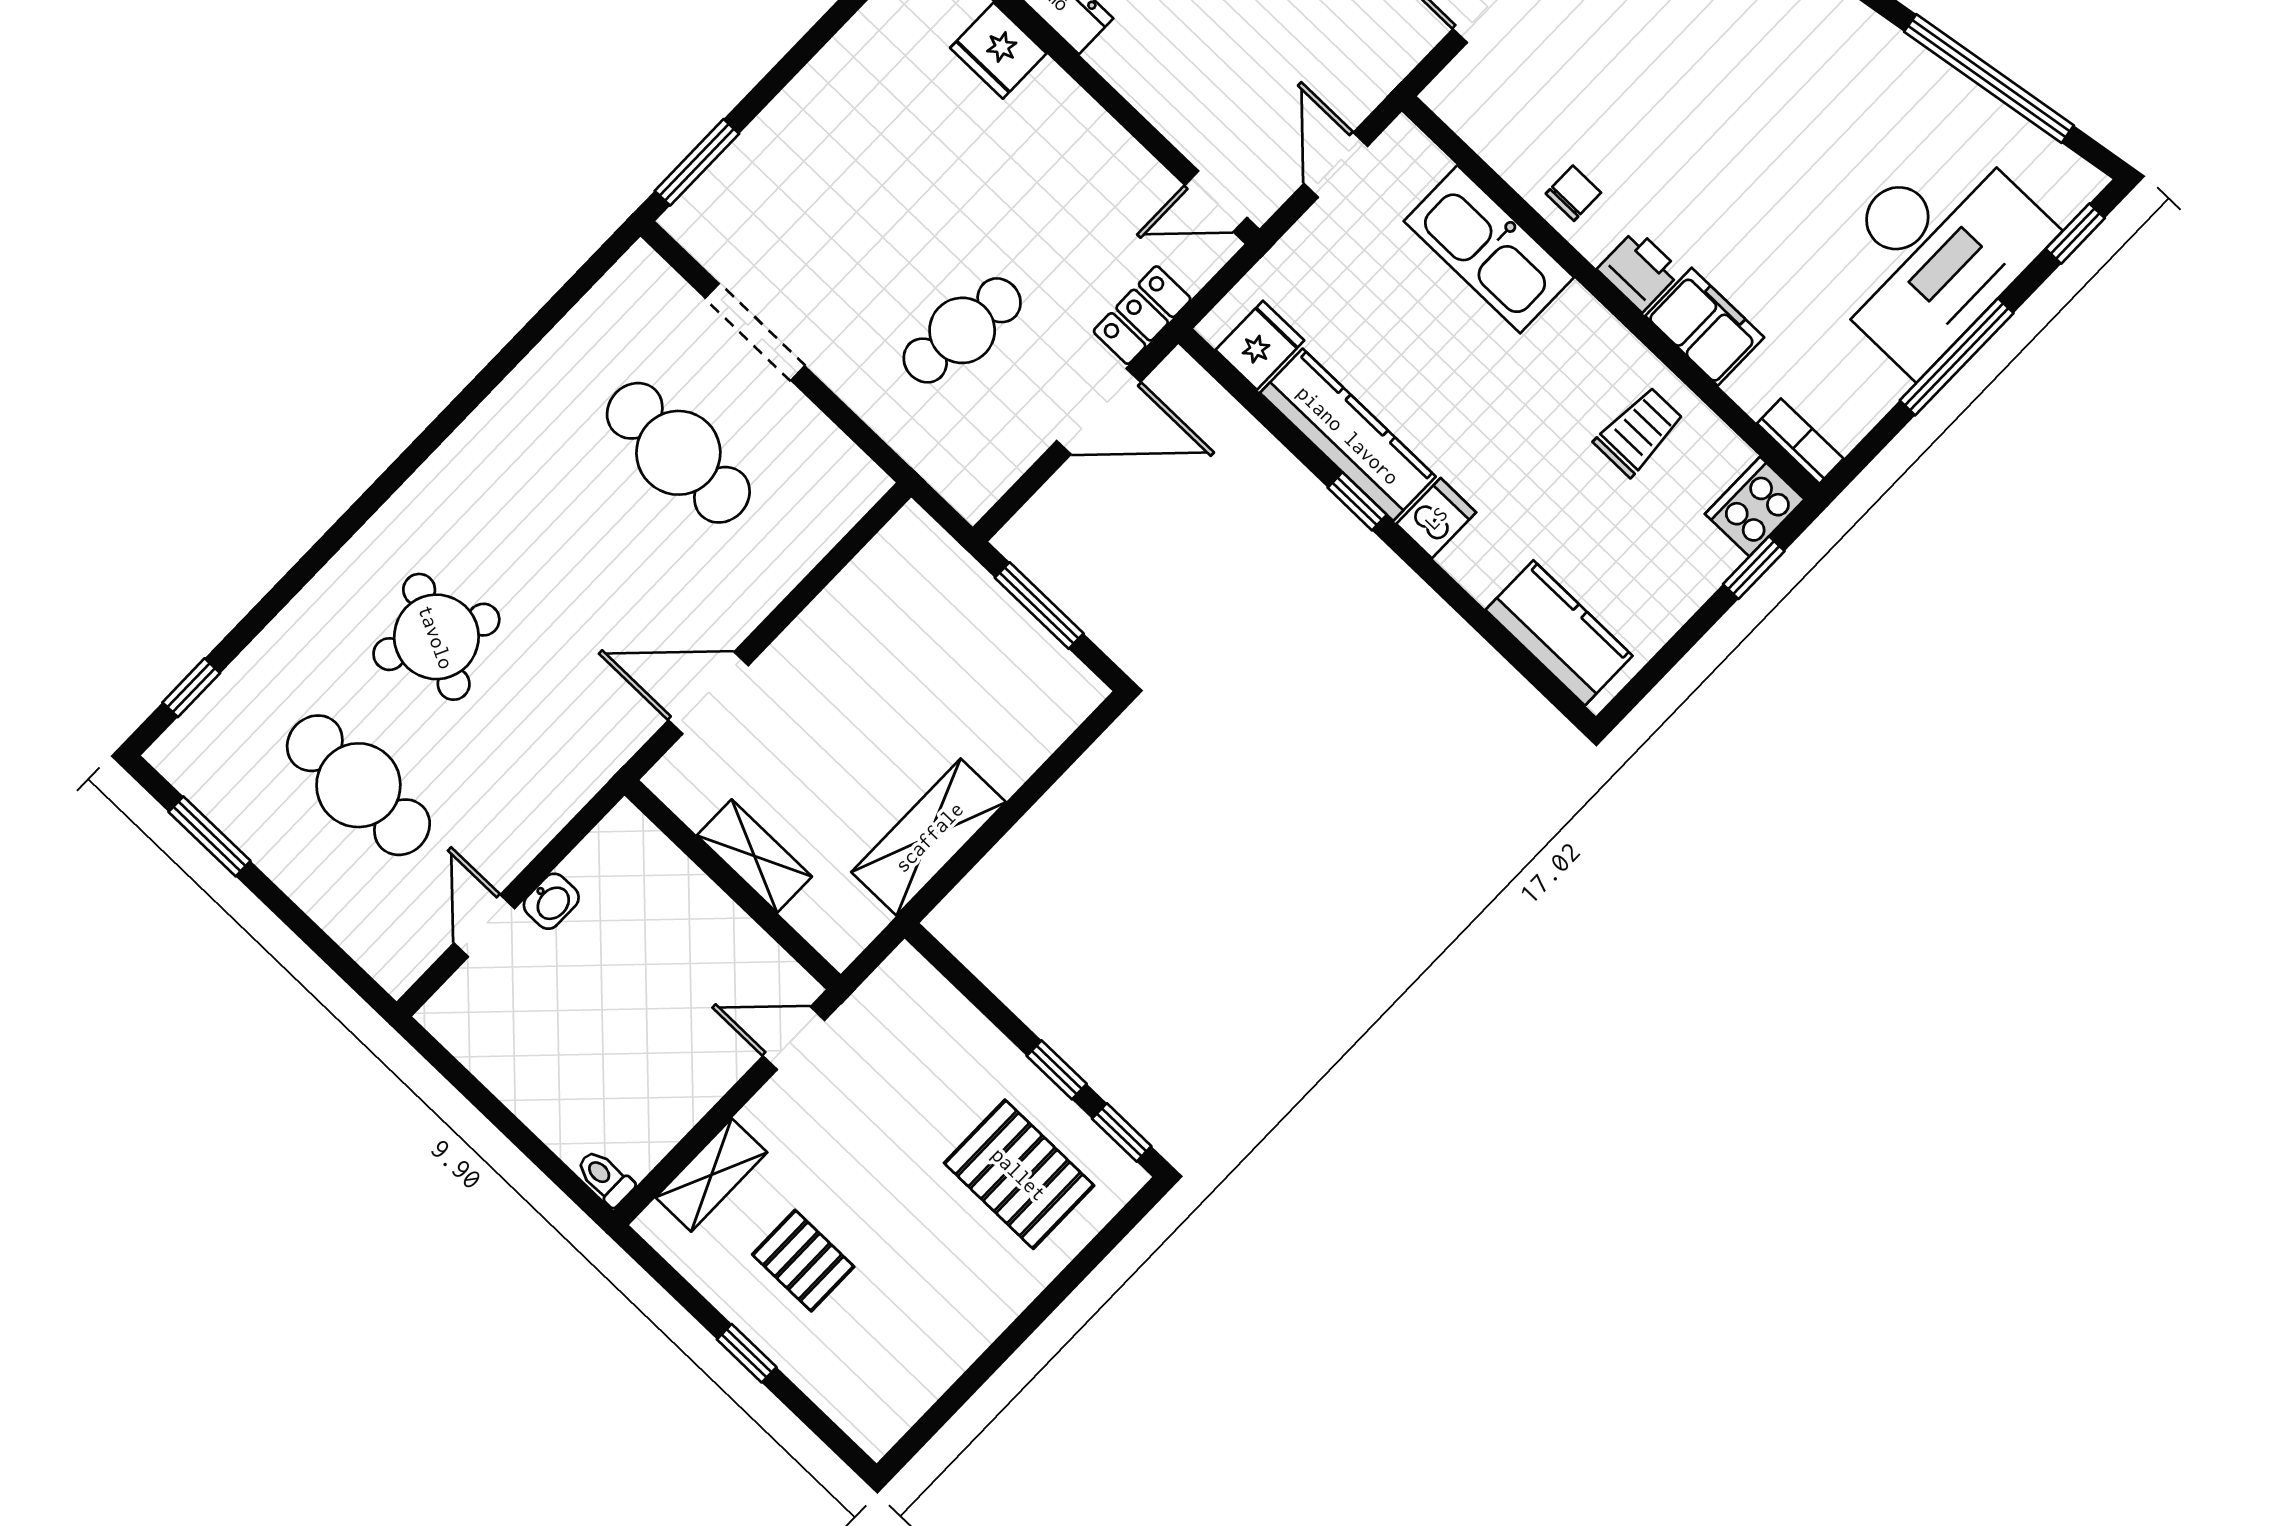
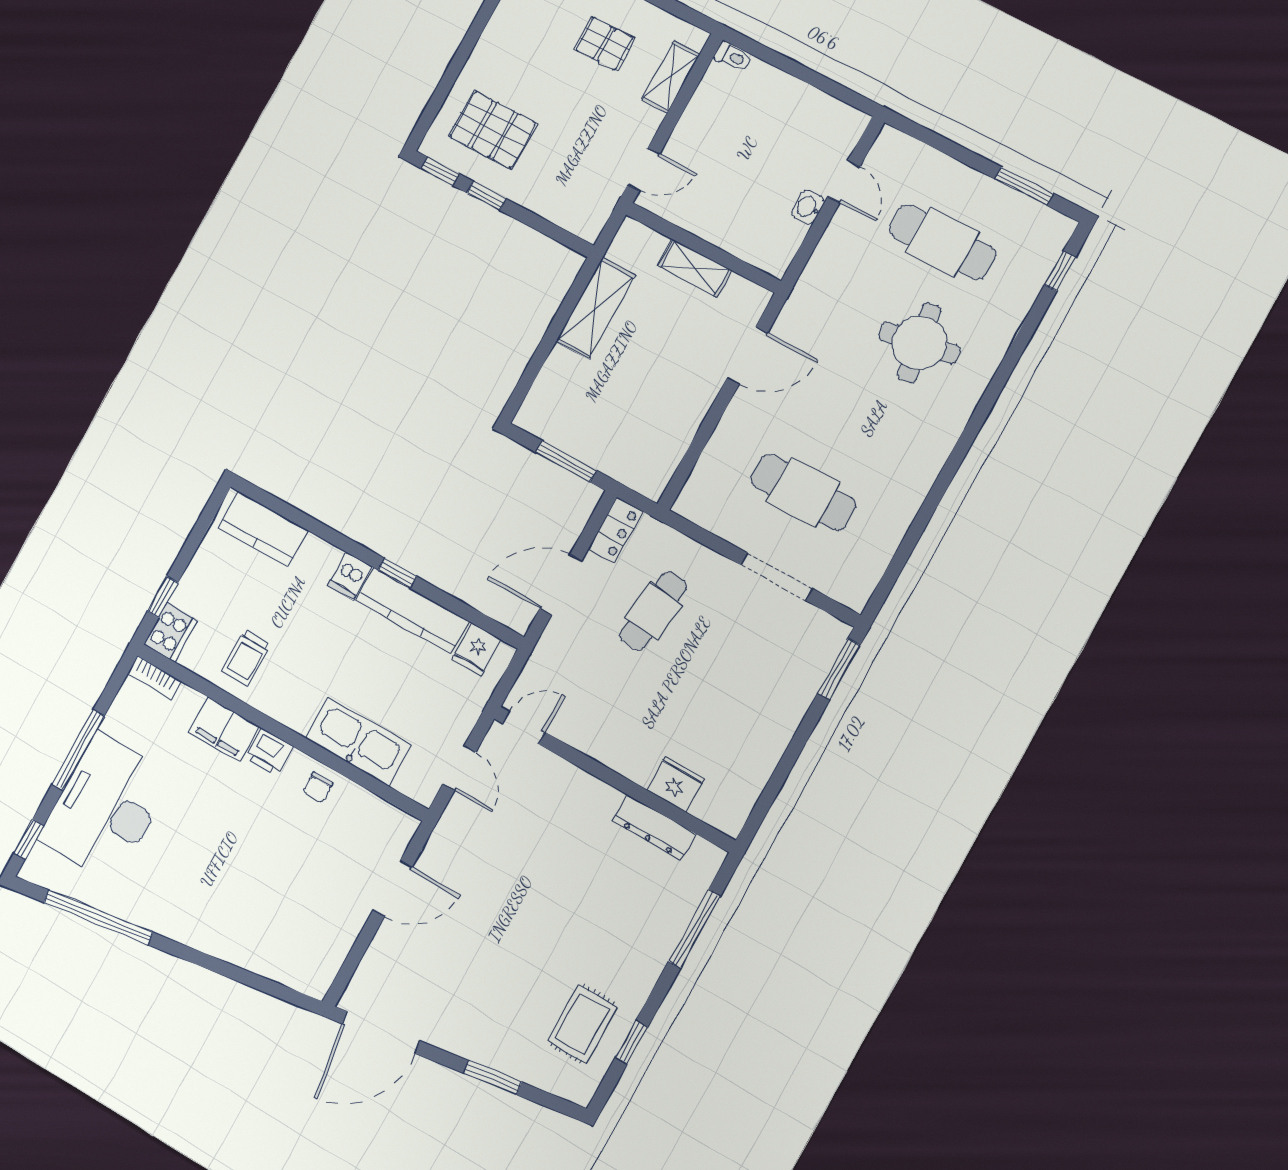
locker: (1142, 315) -> (616, 530), moved
round table: (436, 637) -> (919, 343), turned -35

